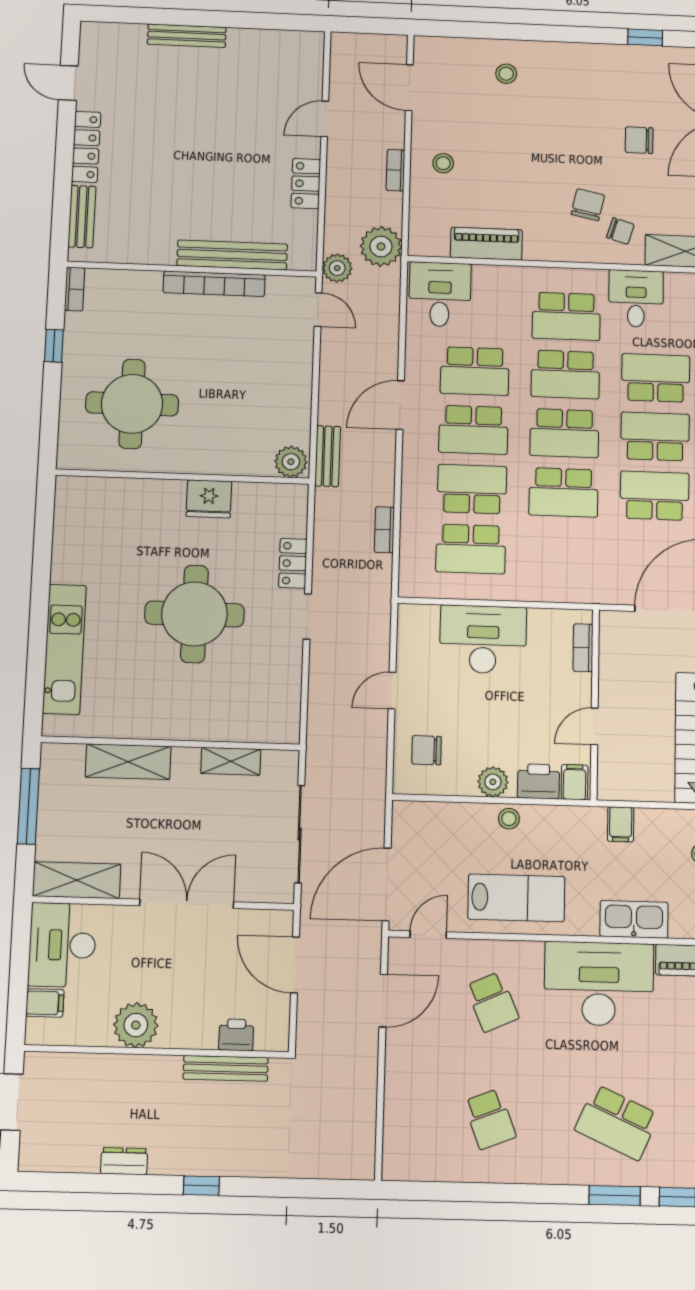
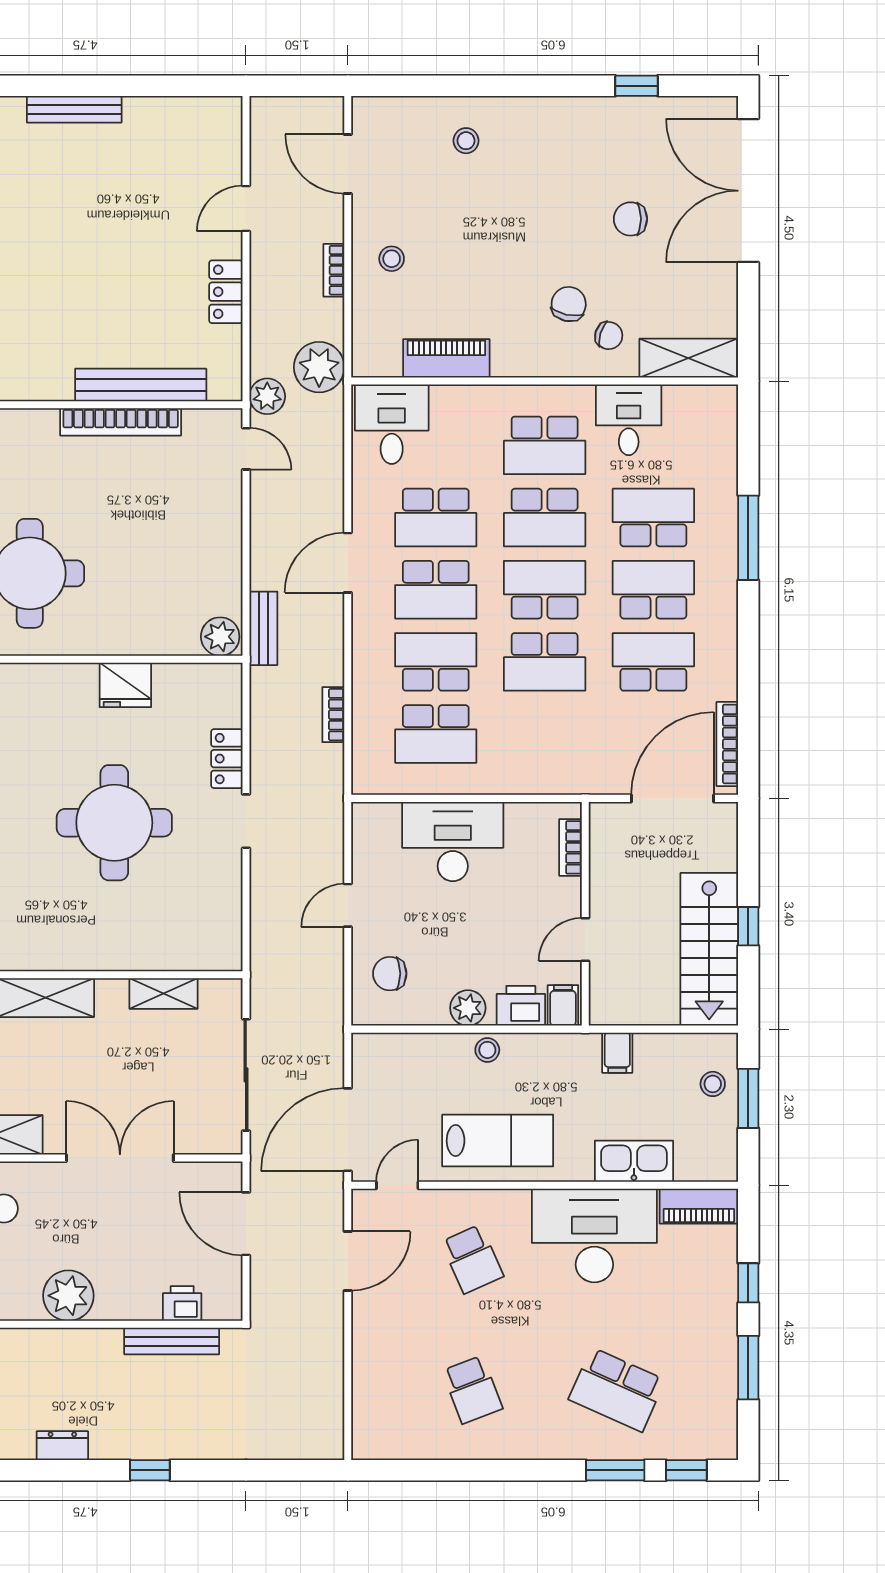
school desk: (564, 433) -> (545, 590), turned 180

